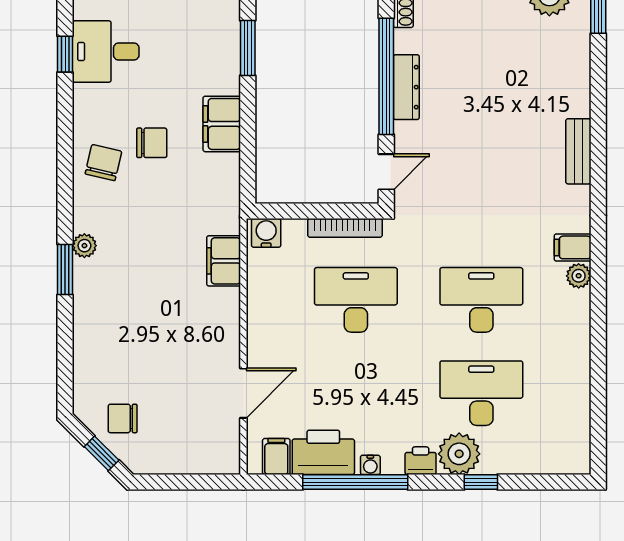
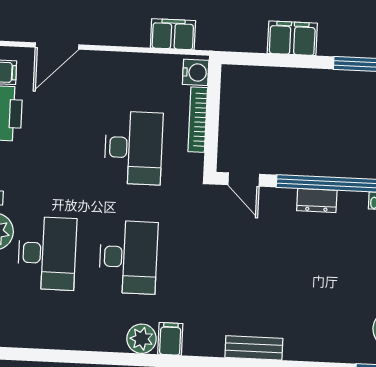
dresser: (406, 87) -> (317, 200), width x0.70
bookcase: (345, 228) -> (198, 120), moved
plant: (579, 276) -> (142, 339), width x1.38, depth x1.38
door: (243, 393) -> (57, 46), hinge flipped

